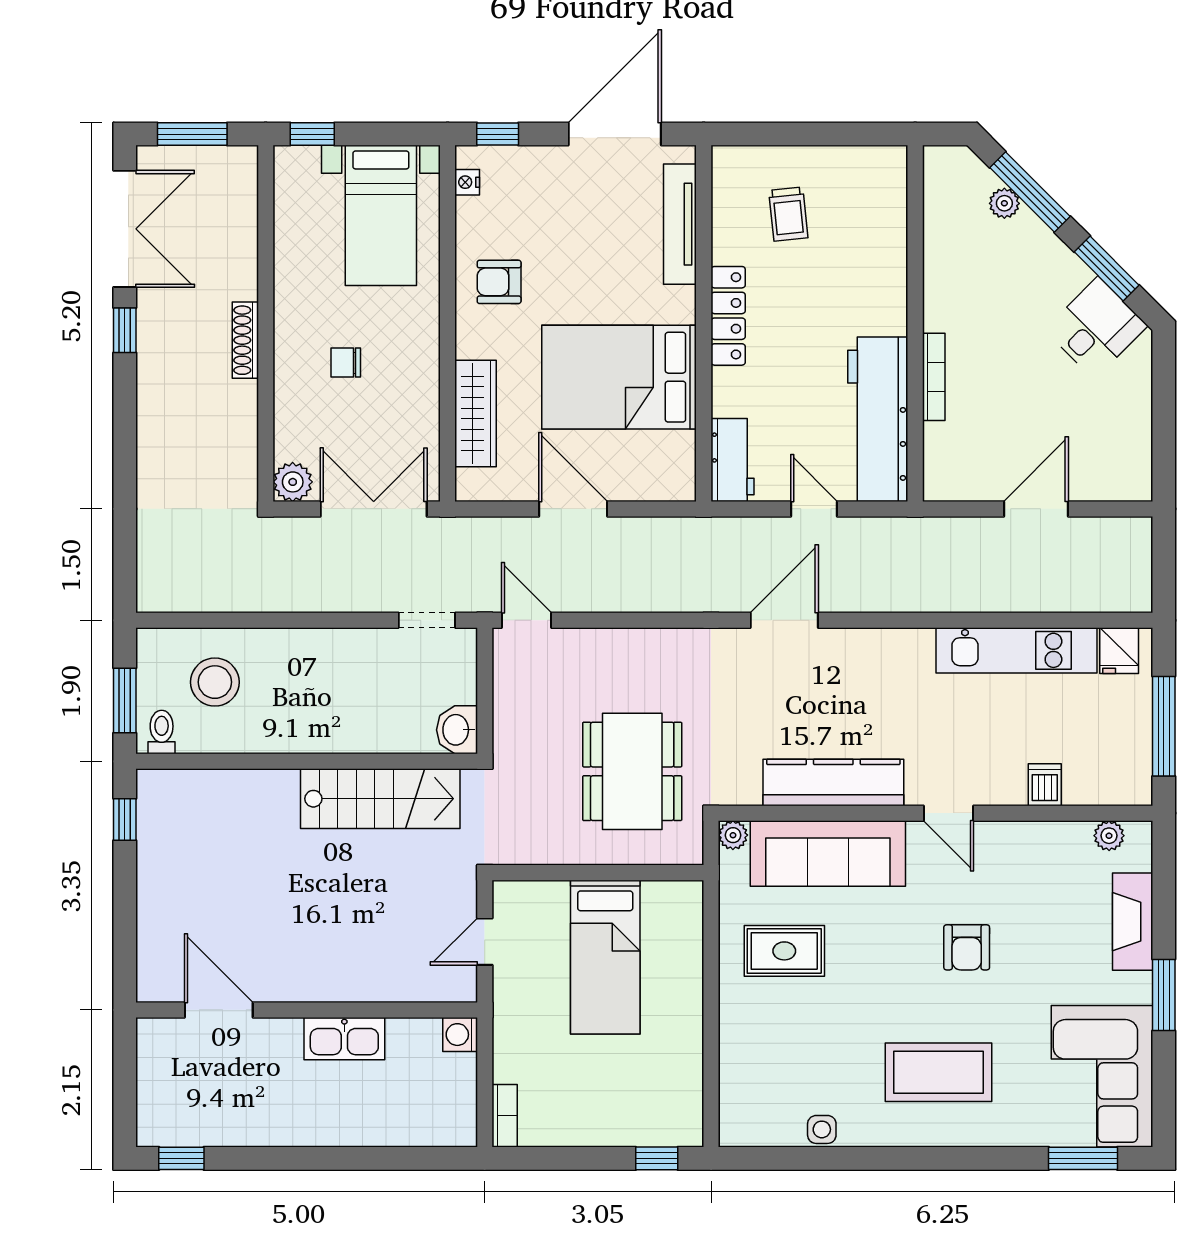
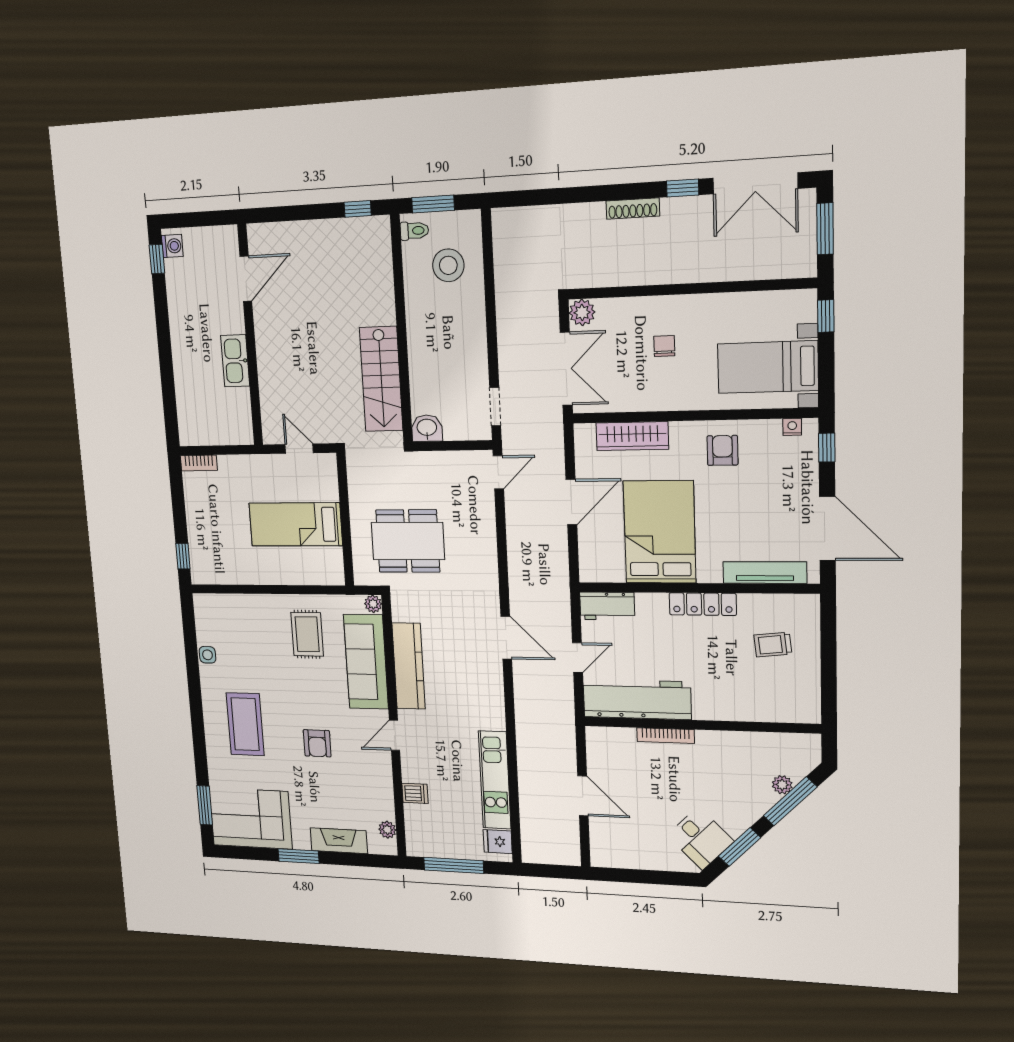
shoe rack: (245, 340) -> (633, 208), moved, turned 180
armchair: (967, 947) -> (317, 743), turned -90
washing machine: (460, 1035) -> (172, 246), moved, turned 90

